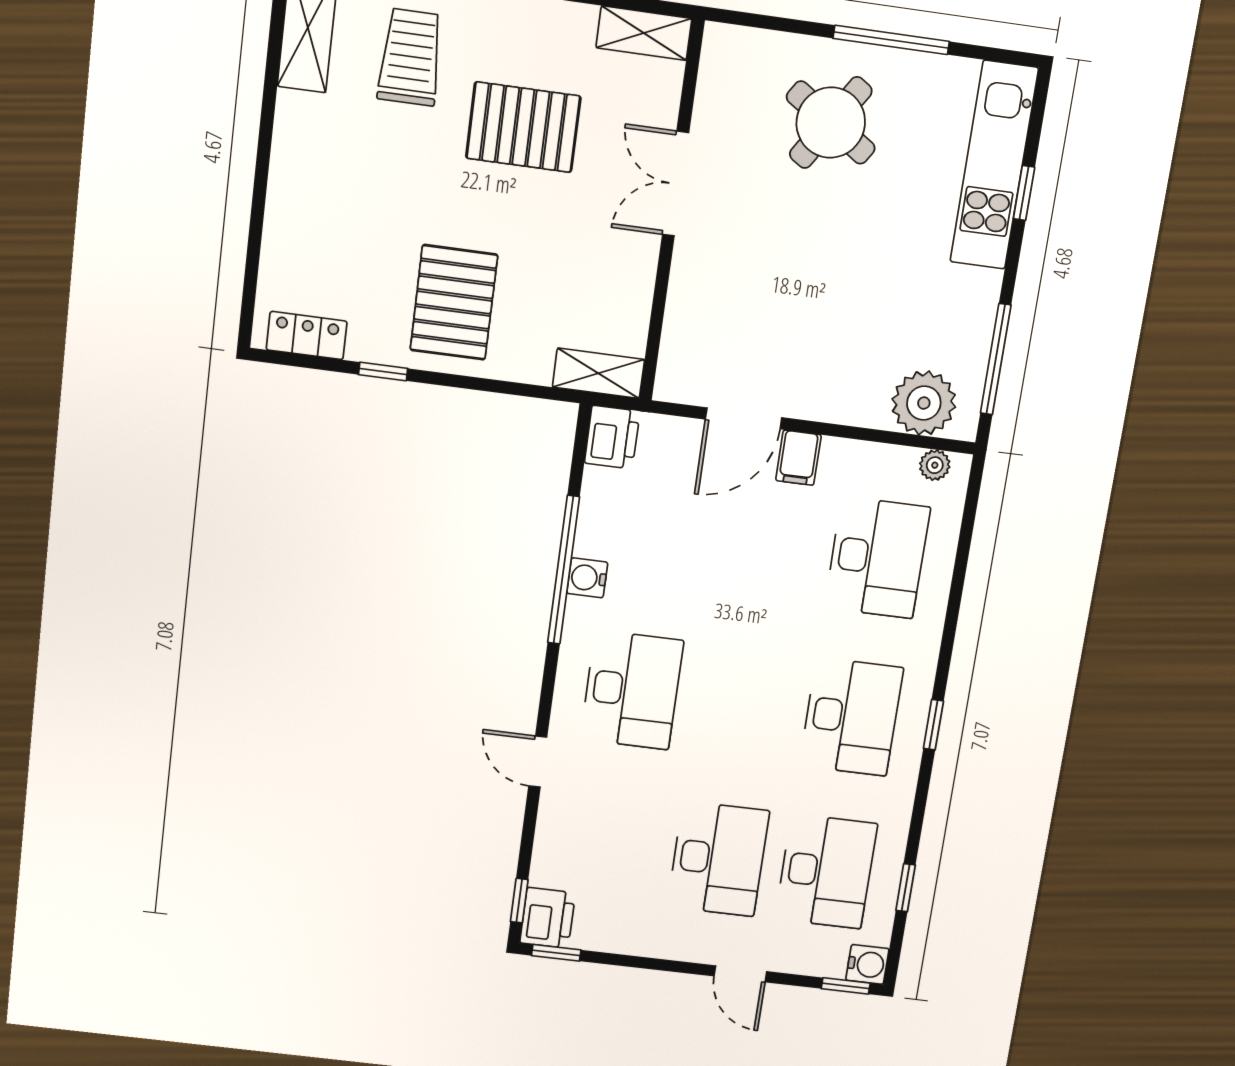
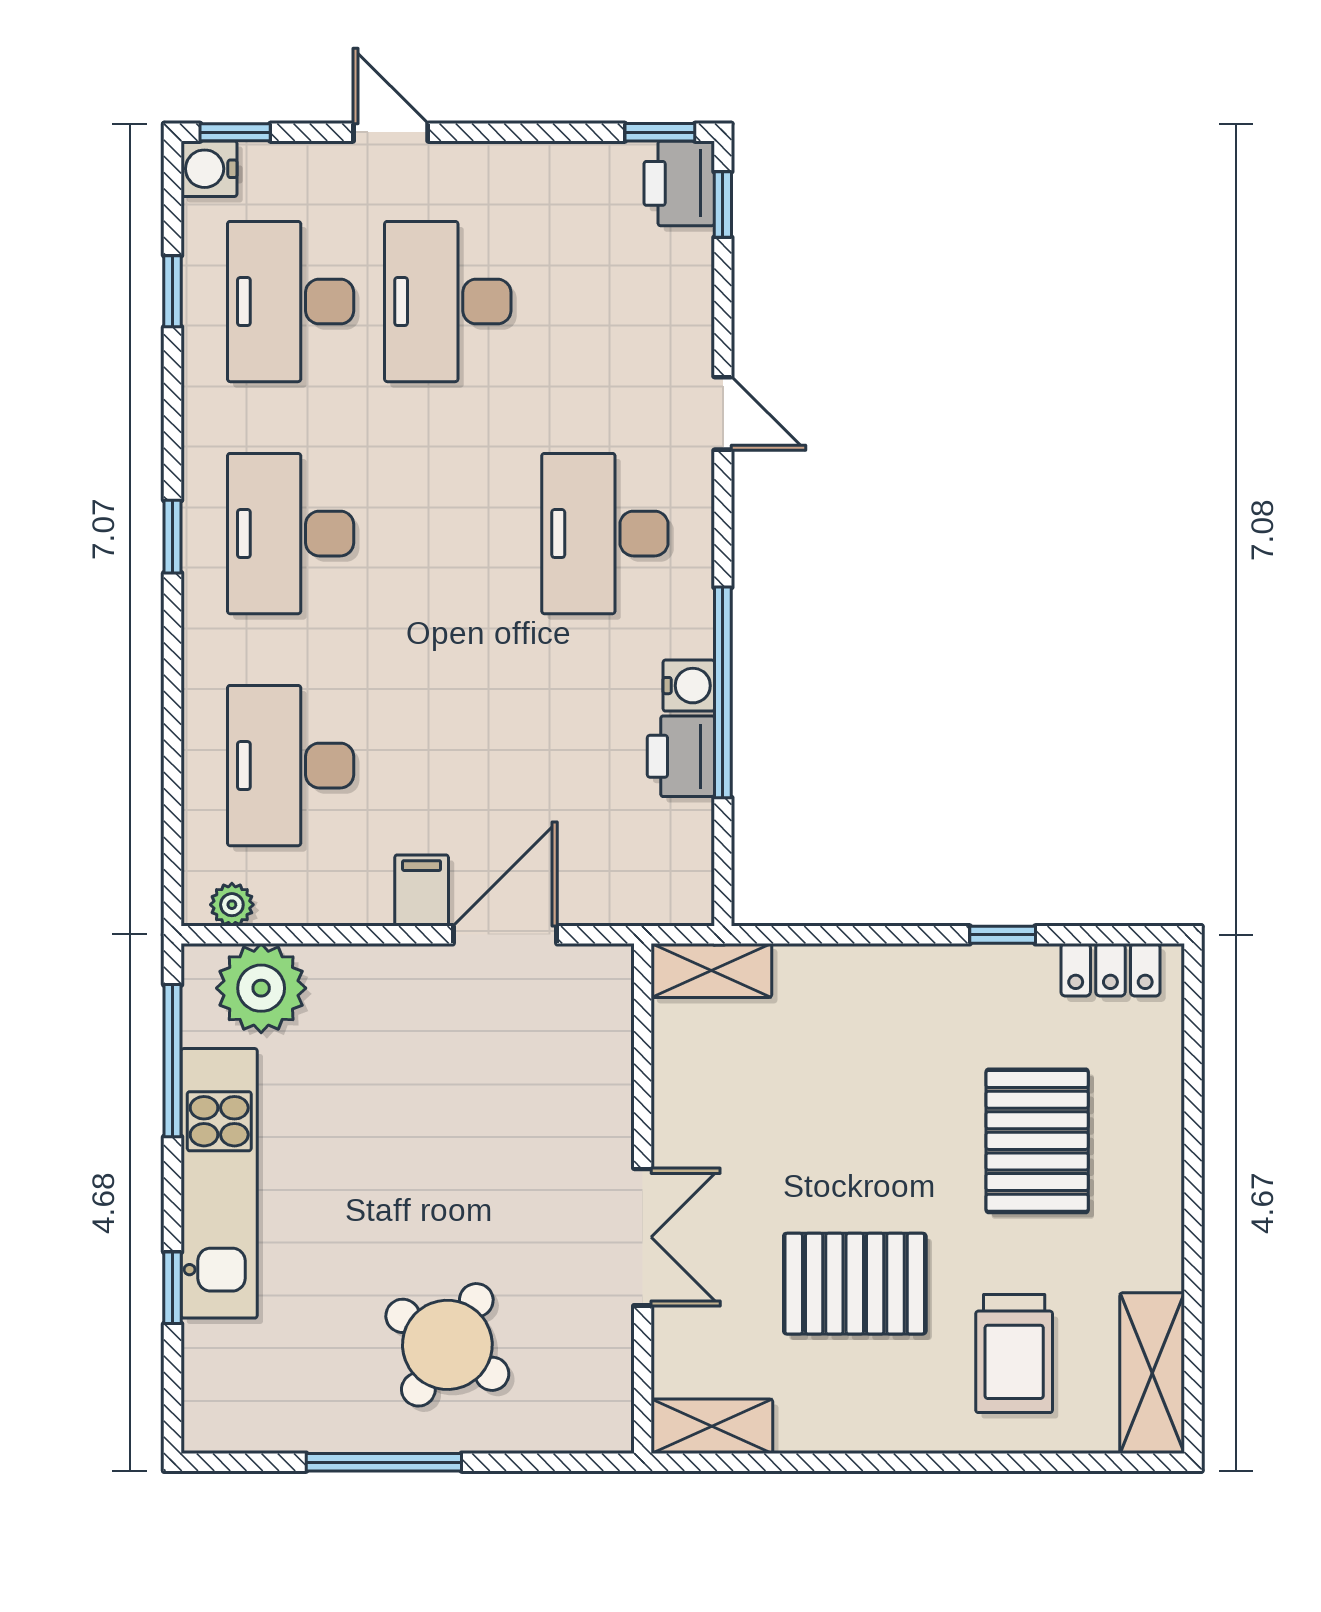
kitchen unit: (994, 165) -> (219, 1183), moved
pallet: (454, 302) -> (1037, 1141), moved
printer: (612, 437) -> (681, 756), moved

